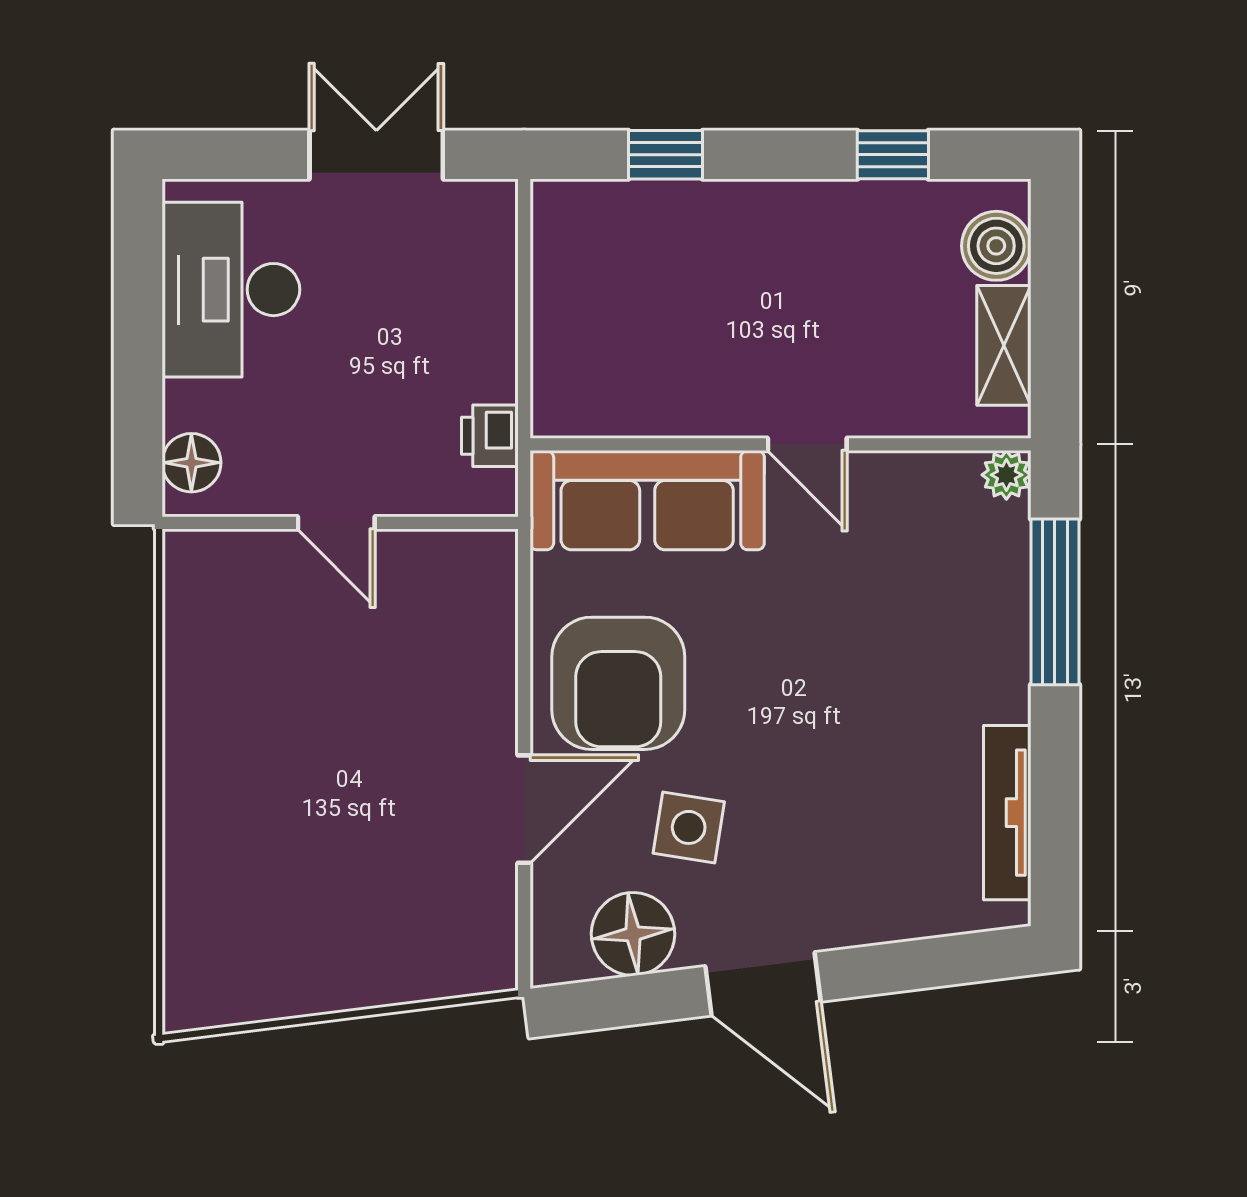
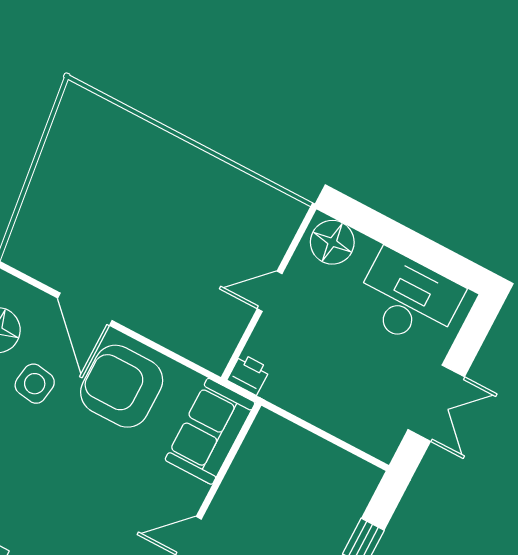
printer: (490, 436) -> (249, 374), moved
floor lamp: (191, 463) -> (332, 242), width x1.38, depth x1.38
sofa: (647, 500) -> (210, 431), width x0.73

